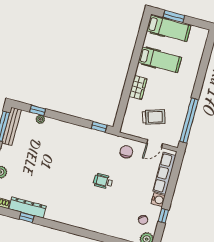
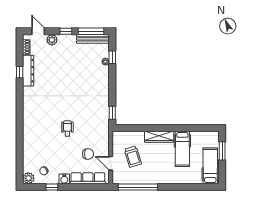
hospital bed: (169, 28) -> (210, 166), moved, turned 180
wardrobe: (138, 87) -> (159, 137), width x1.50
chair: (126, 152) -> (88, 154), moved

